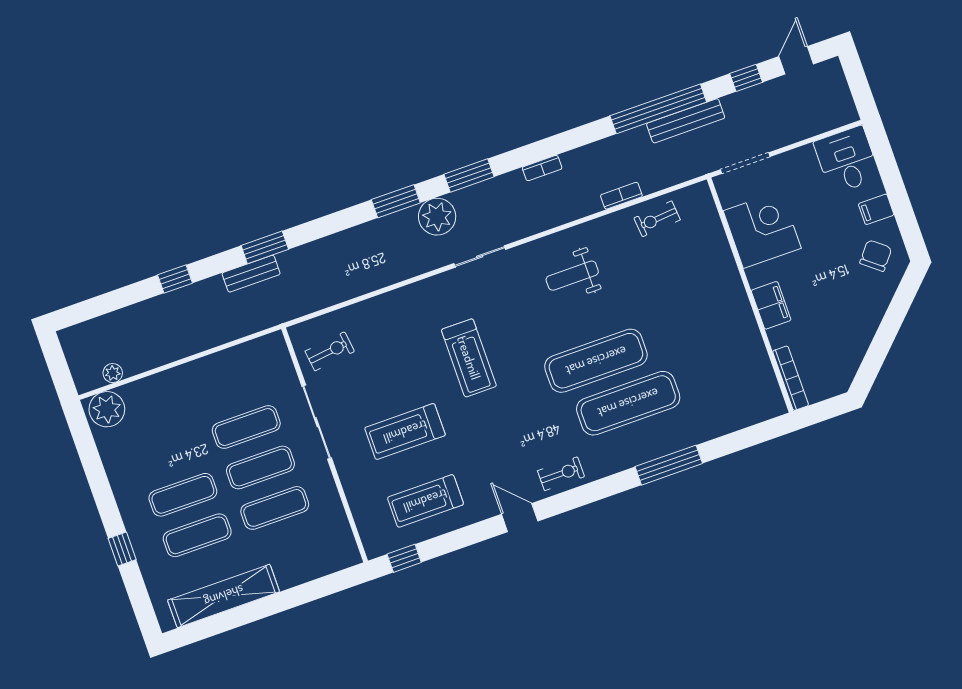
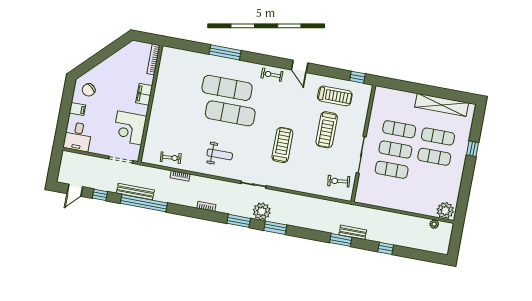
treadmill: (405, 432) -> (327, 130), turned 90

